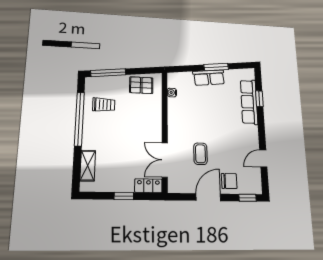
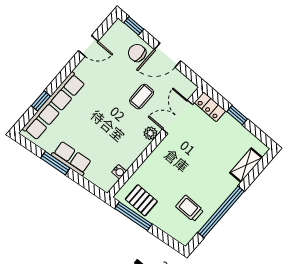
window: (108, 73) -> (133, 216), moved
row of seats: (249, 102) -> (54, 106), width x1.36
plant: (173, 134) -> (150, 133), added
double door: (165, 160) -> (178, 117), swing flipped

